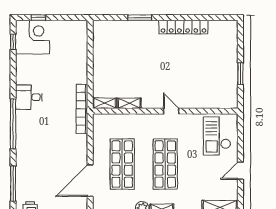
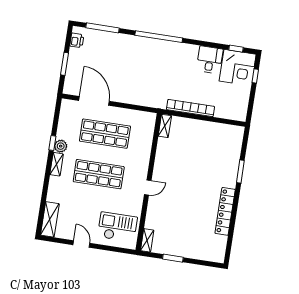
desk: (29, 97) -> (210, 60), moved
shelving: (129, 103) -> (147, 240), moved
bookcase: (82, 109) -> (190, 108), moved

